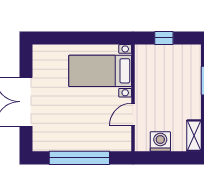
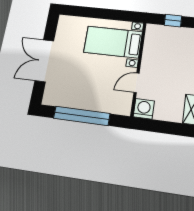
washing machine: (160, 142) -> (144, 109), moved

